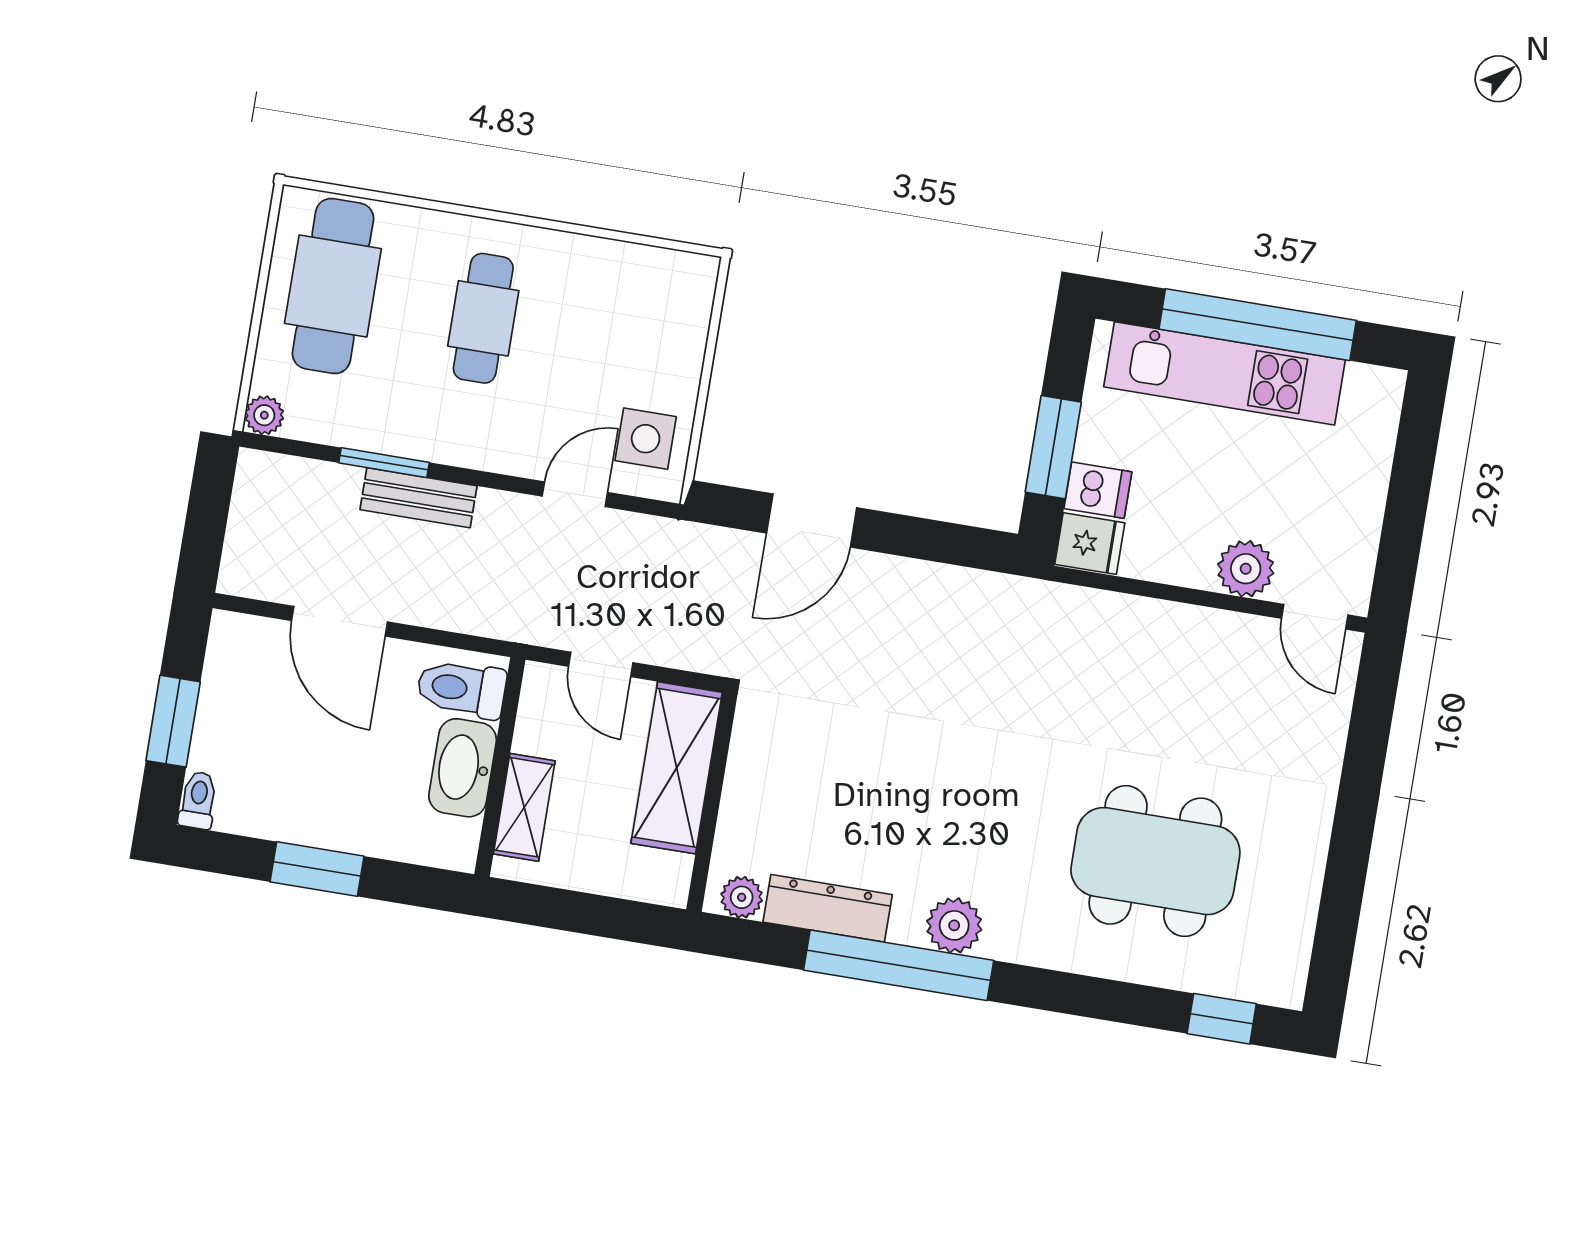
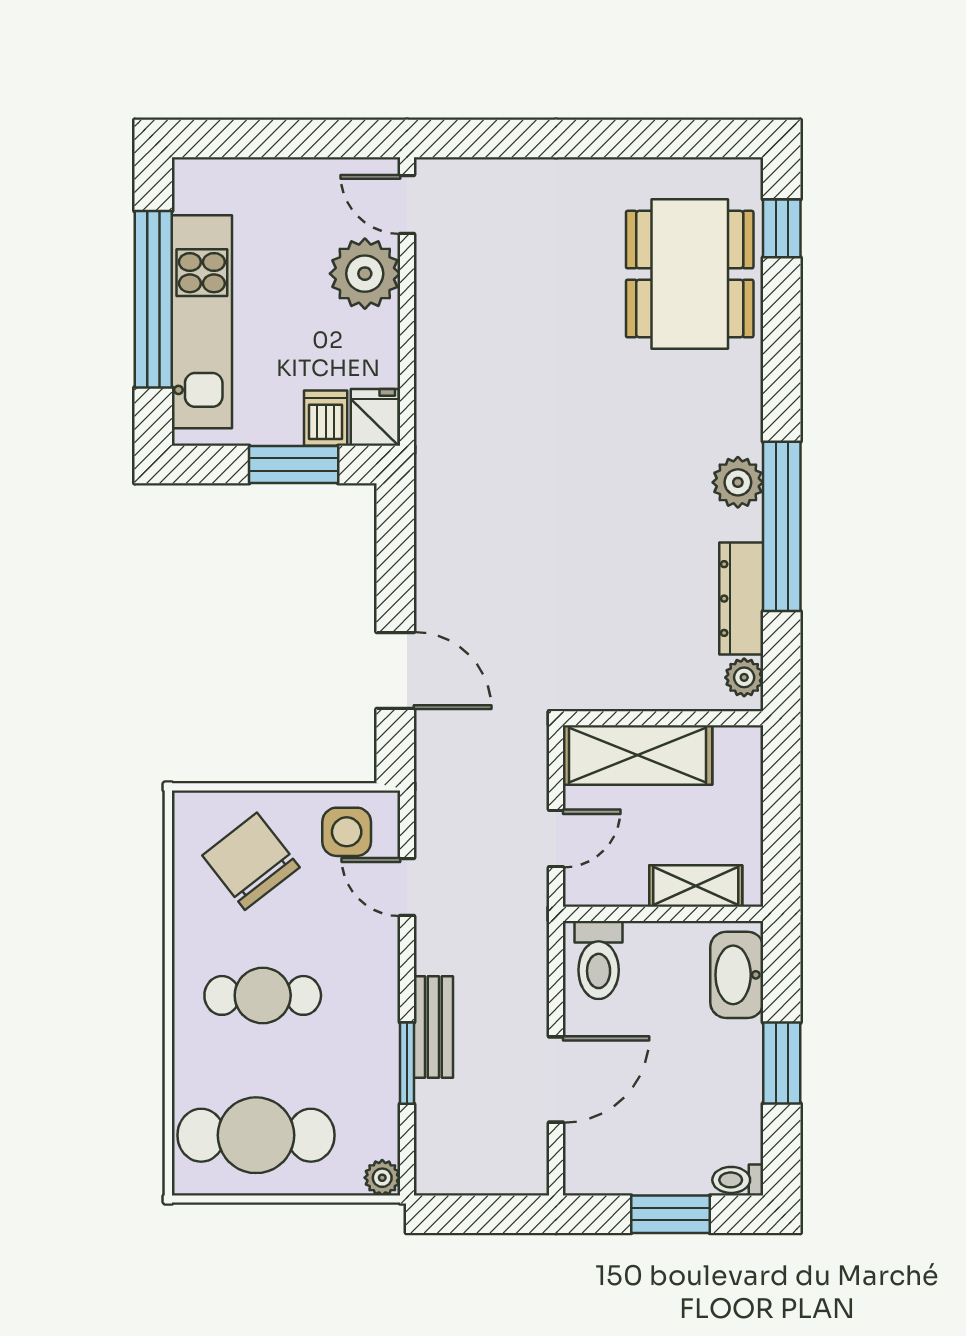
chair: (631, 330) -> (251, 861), added
plant: (1246, 569) -> (365, 274), width x1.36, depth x1.36
door: (1315, 617) -> (407, 204), swing flipped
washbasin: (463, 768) -> (737, 975), moved, turned 90
dining table: (1155, 861) -> (690, 274), moved

